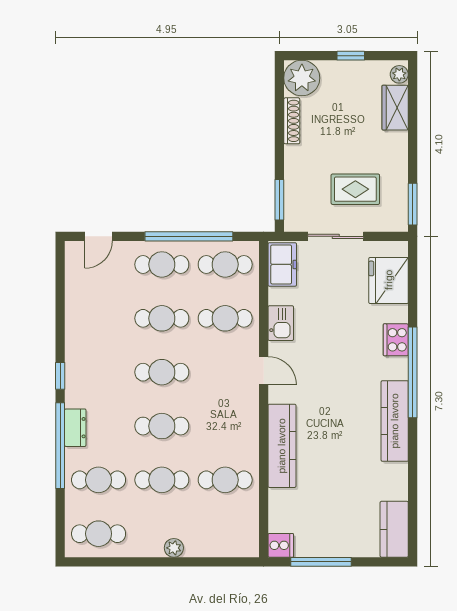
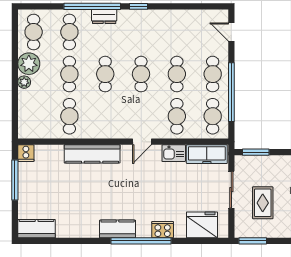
freezer: (282, 264) -> (207, 154), width x1.40
kitchen counter: (395, 421) -> (118, 229), width x0.67
plant: (146, 541) -> (29, 64), added

